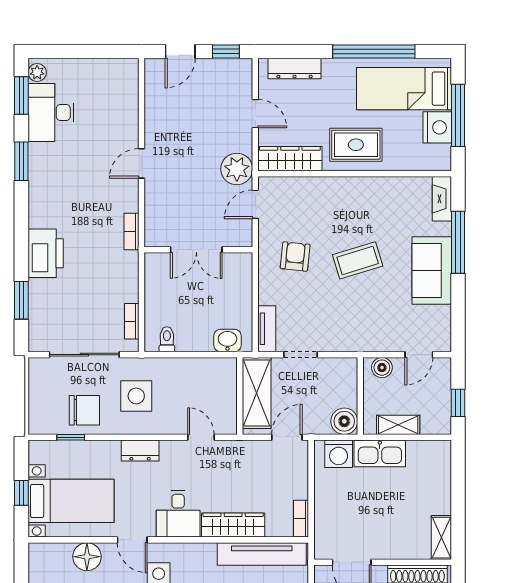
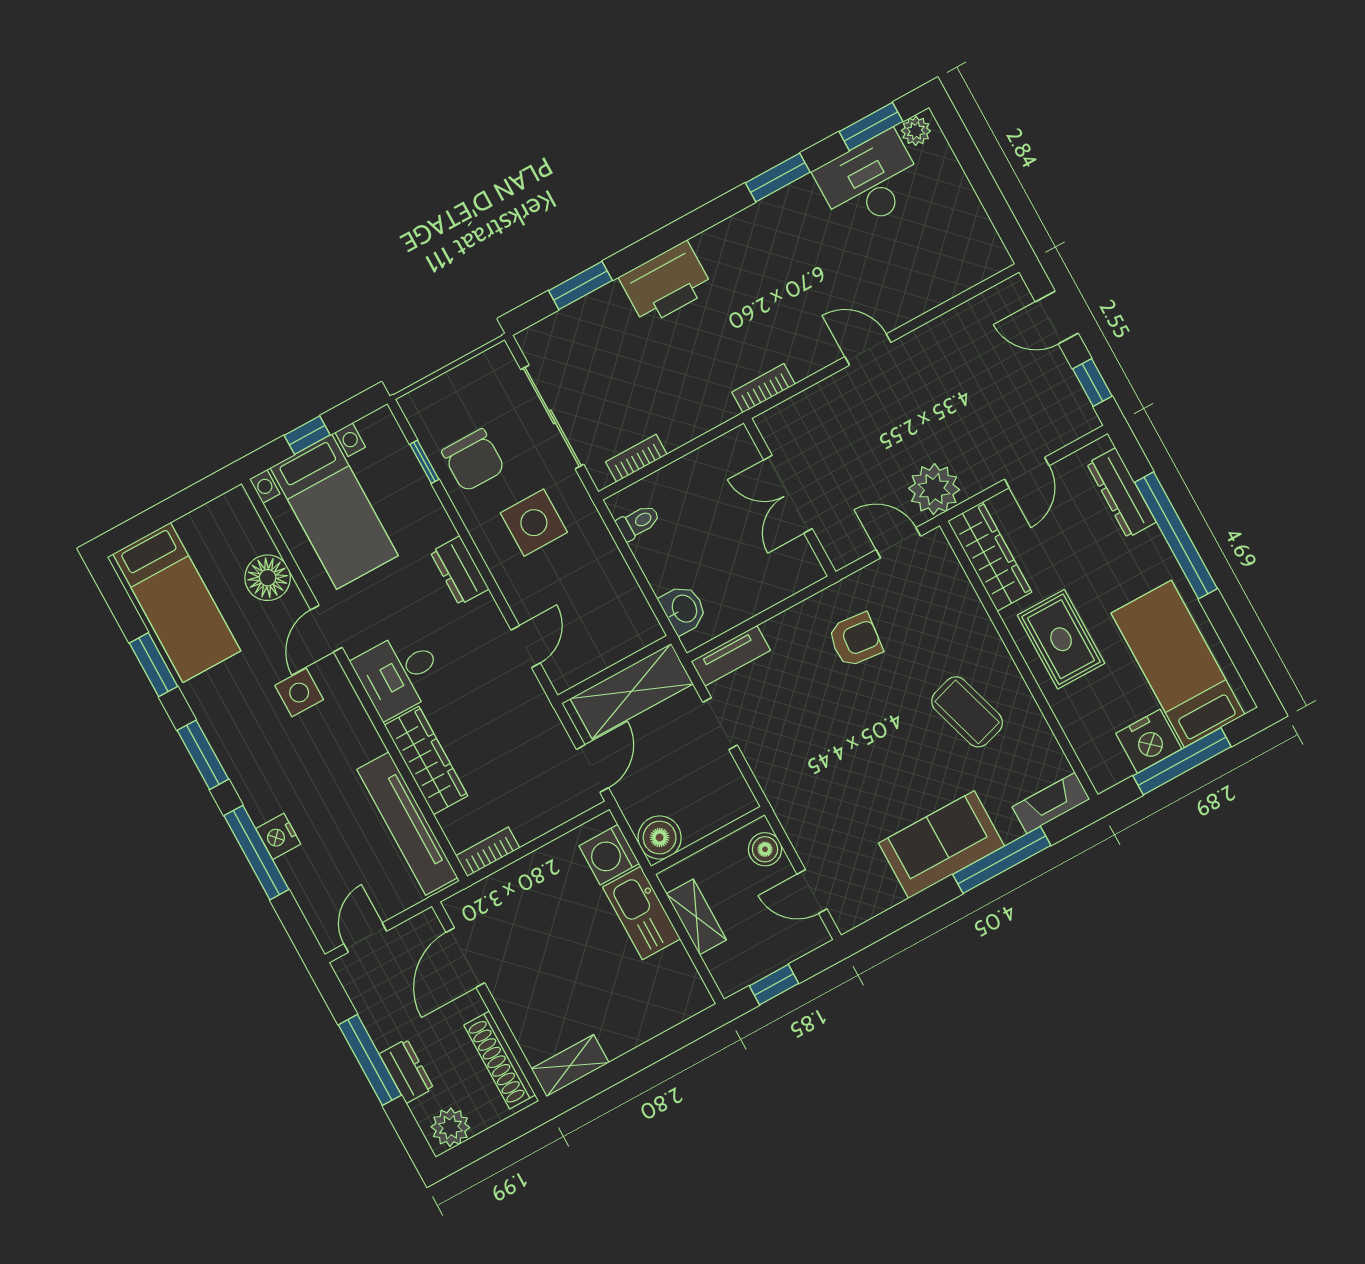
window: (374, 51) -> (1176, 535), moved
coffee table: (358, 260) -> (967, 712), moved
door: (287, 437) -> (592, 769), hinge flipped

